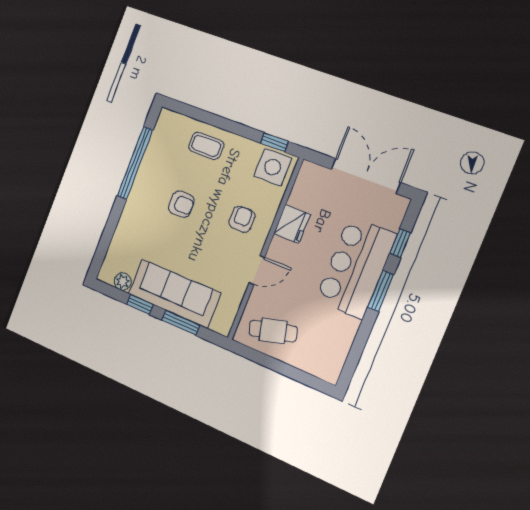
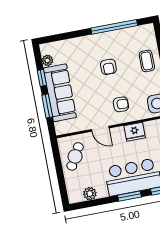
cafe table: (273, 331) -> (75, 156), turned 45
plant: (340, 346) -> (90, 194), added

